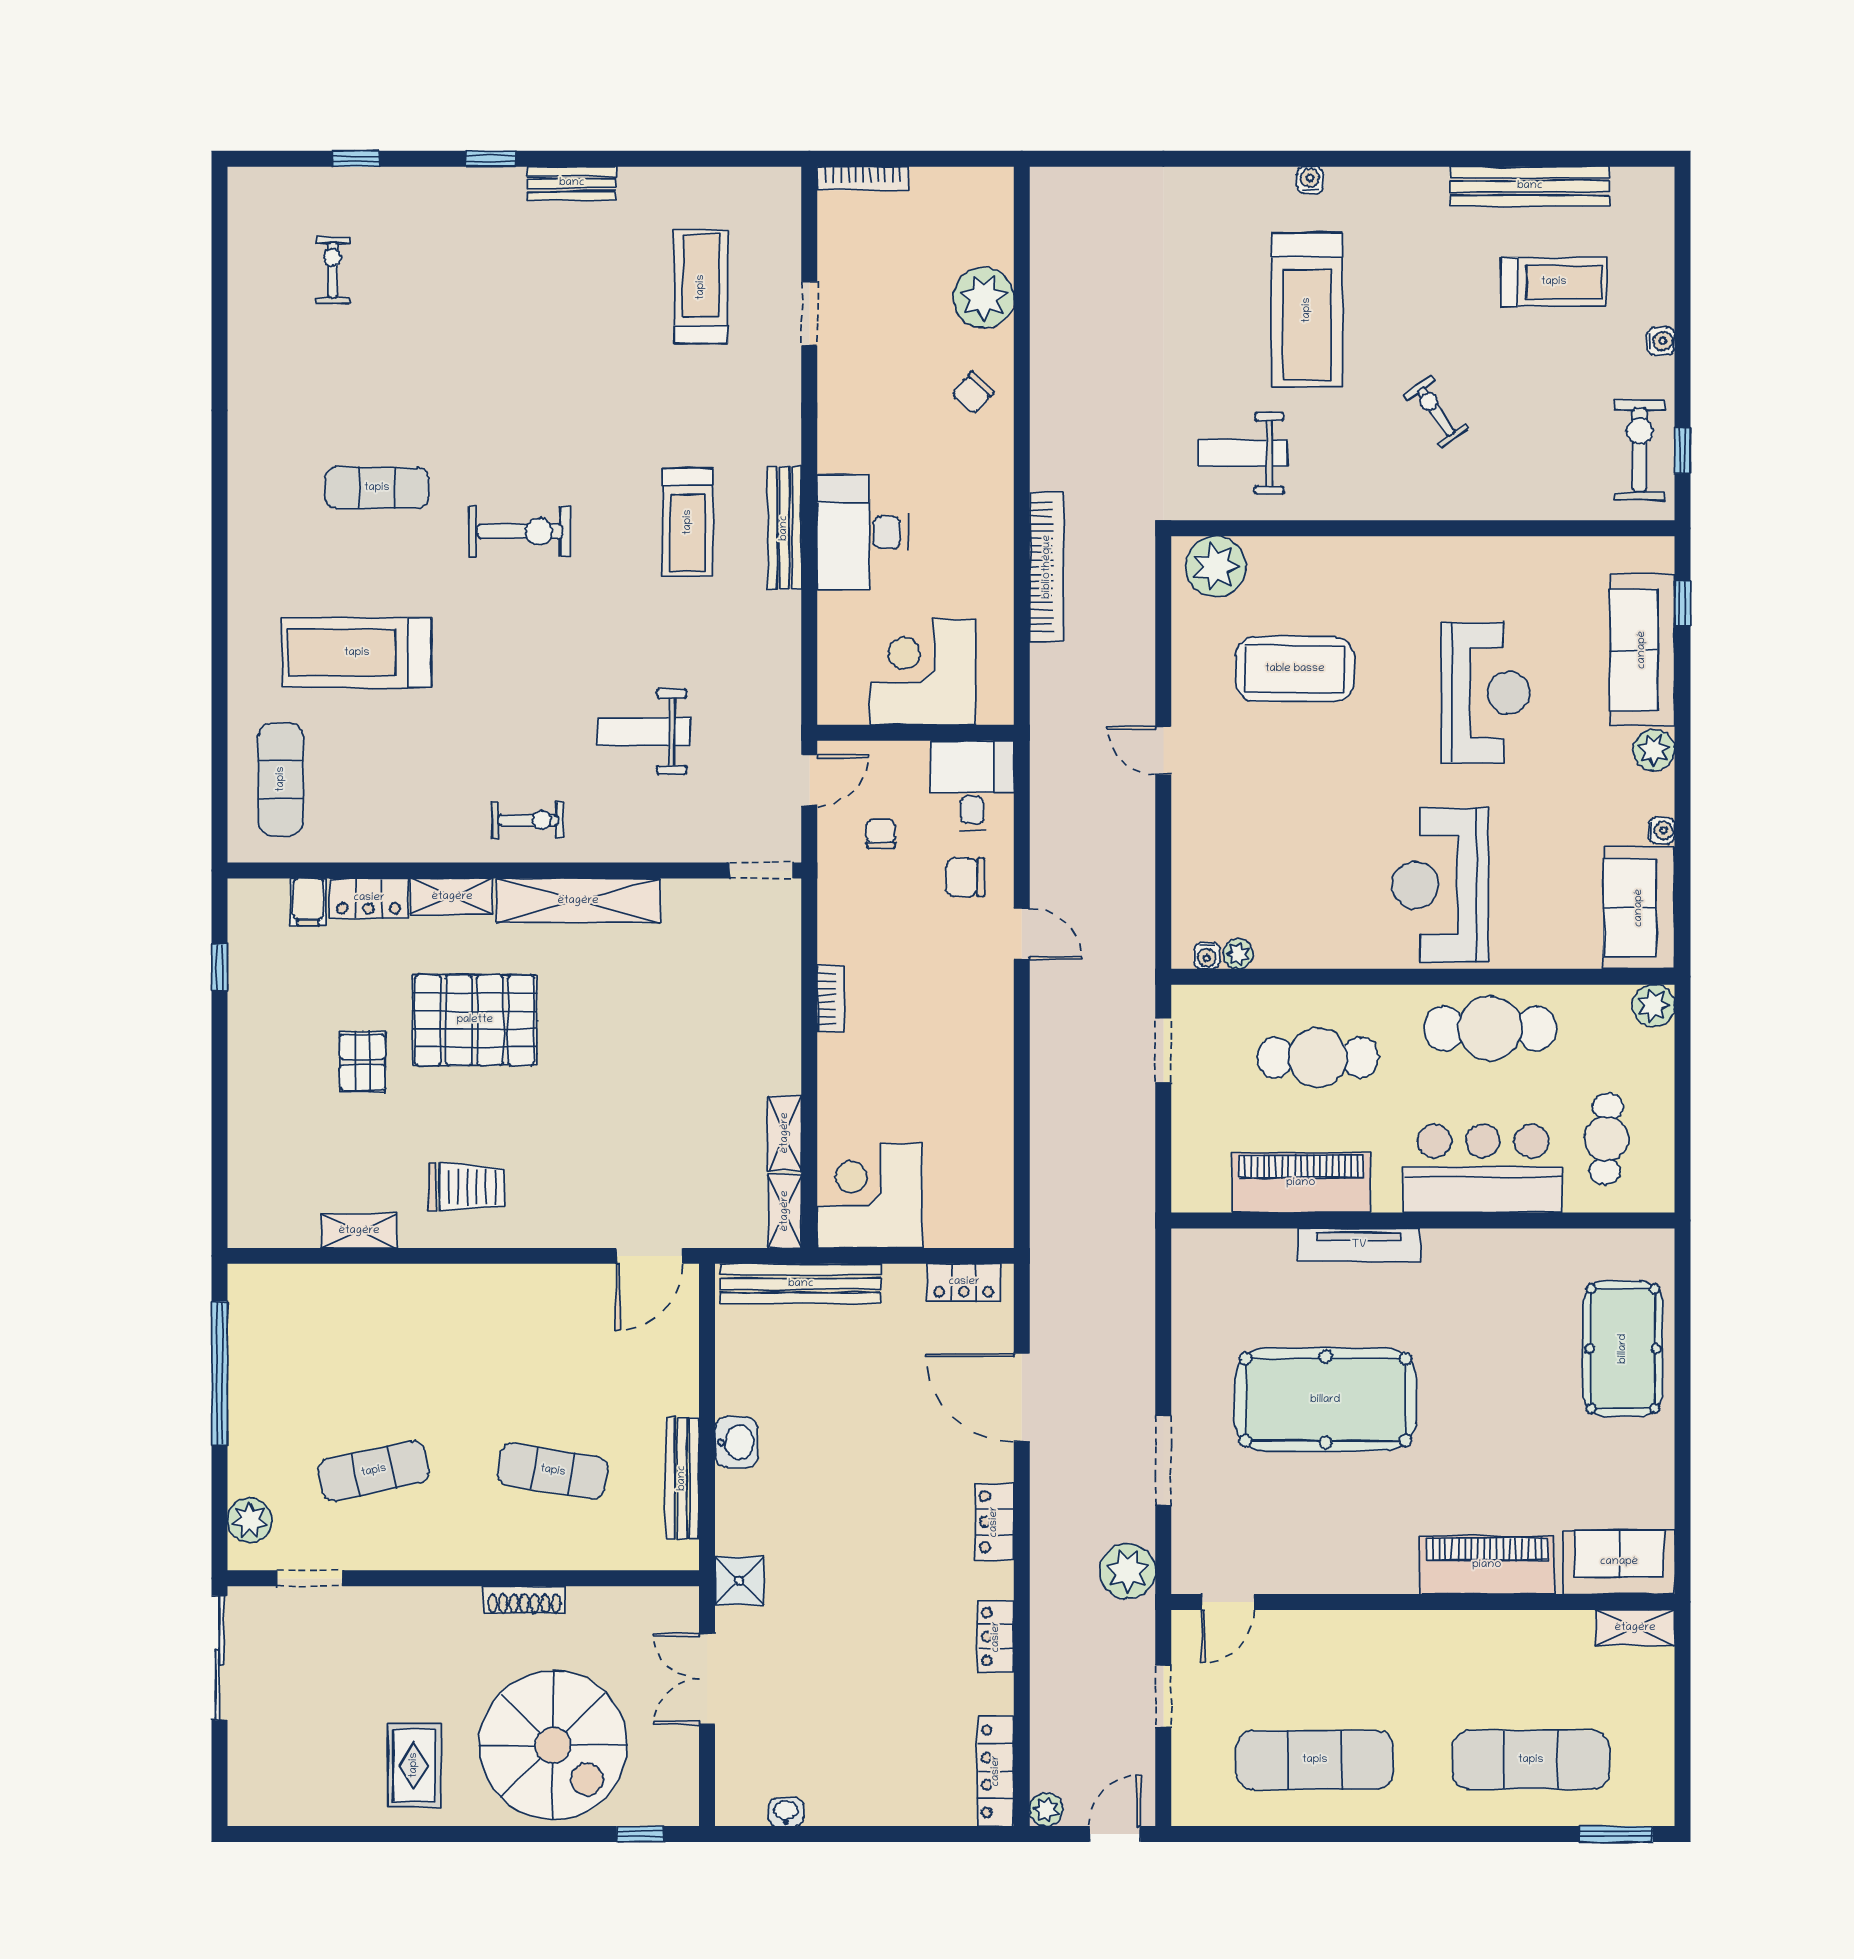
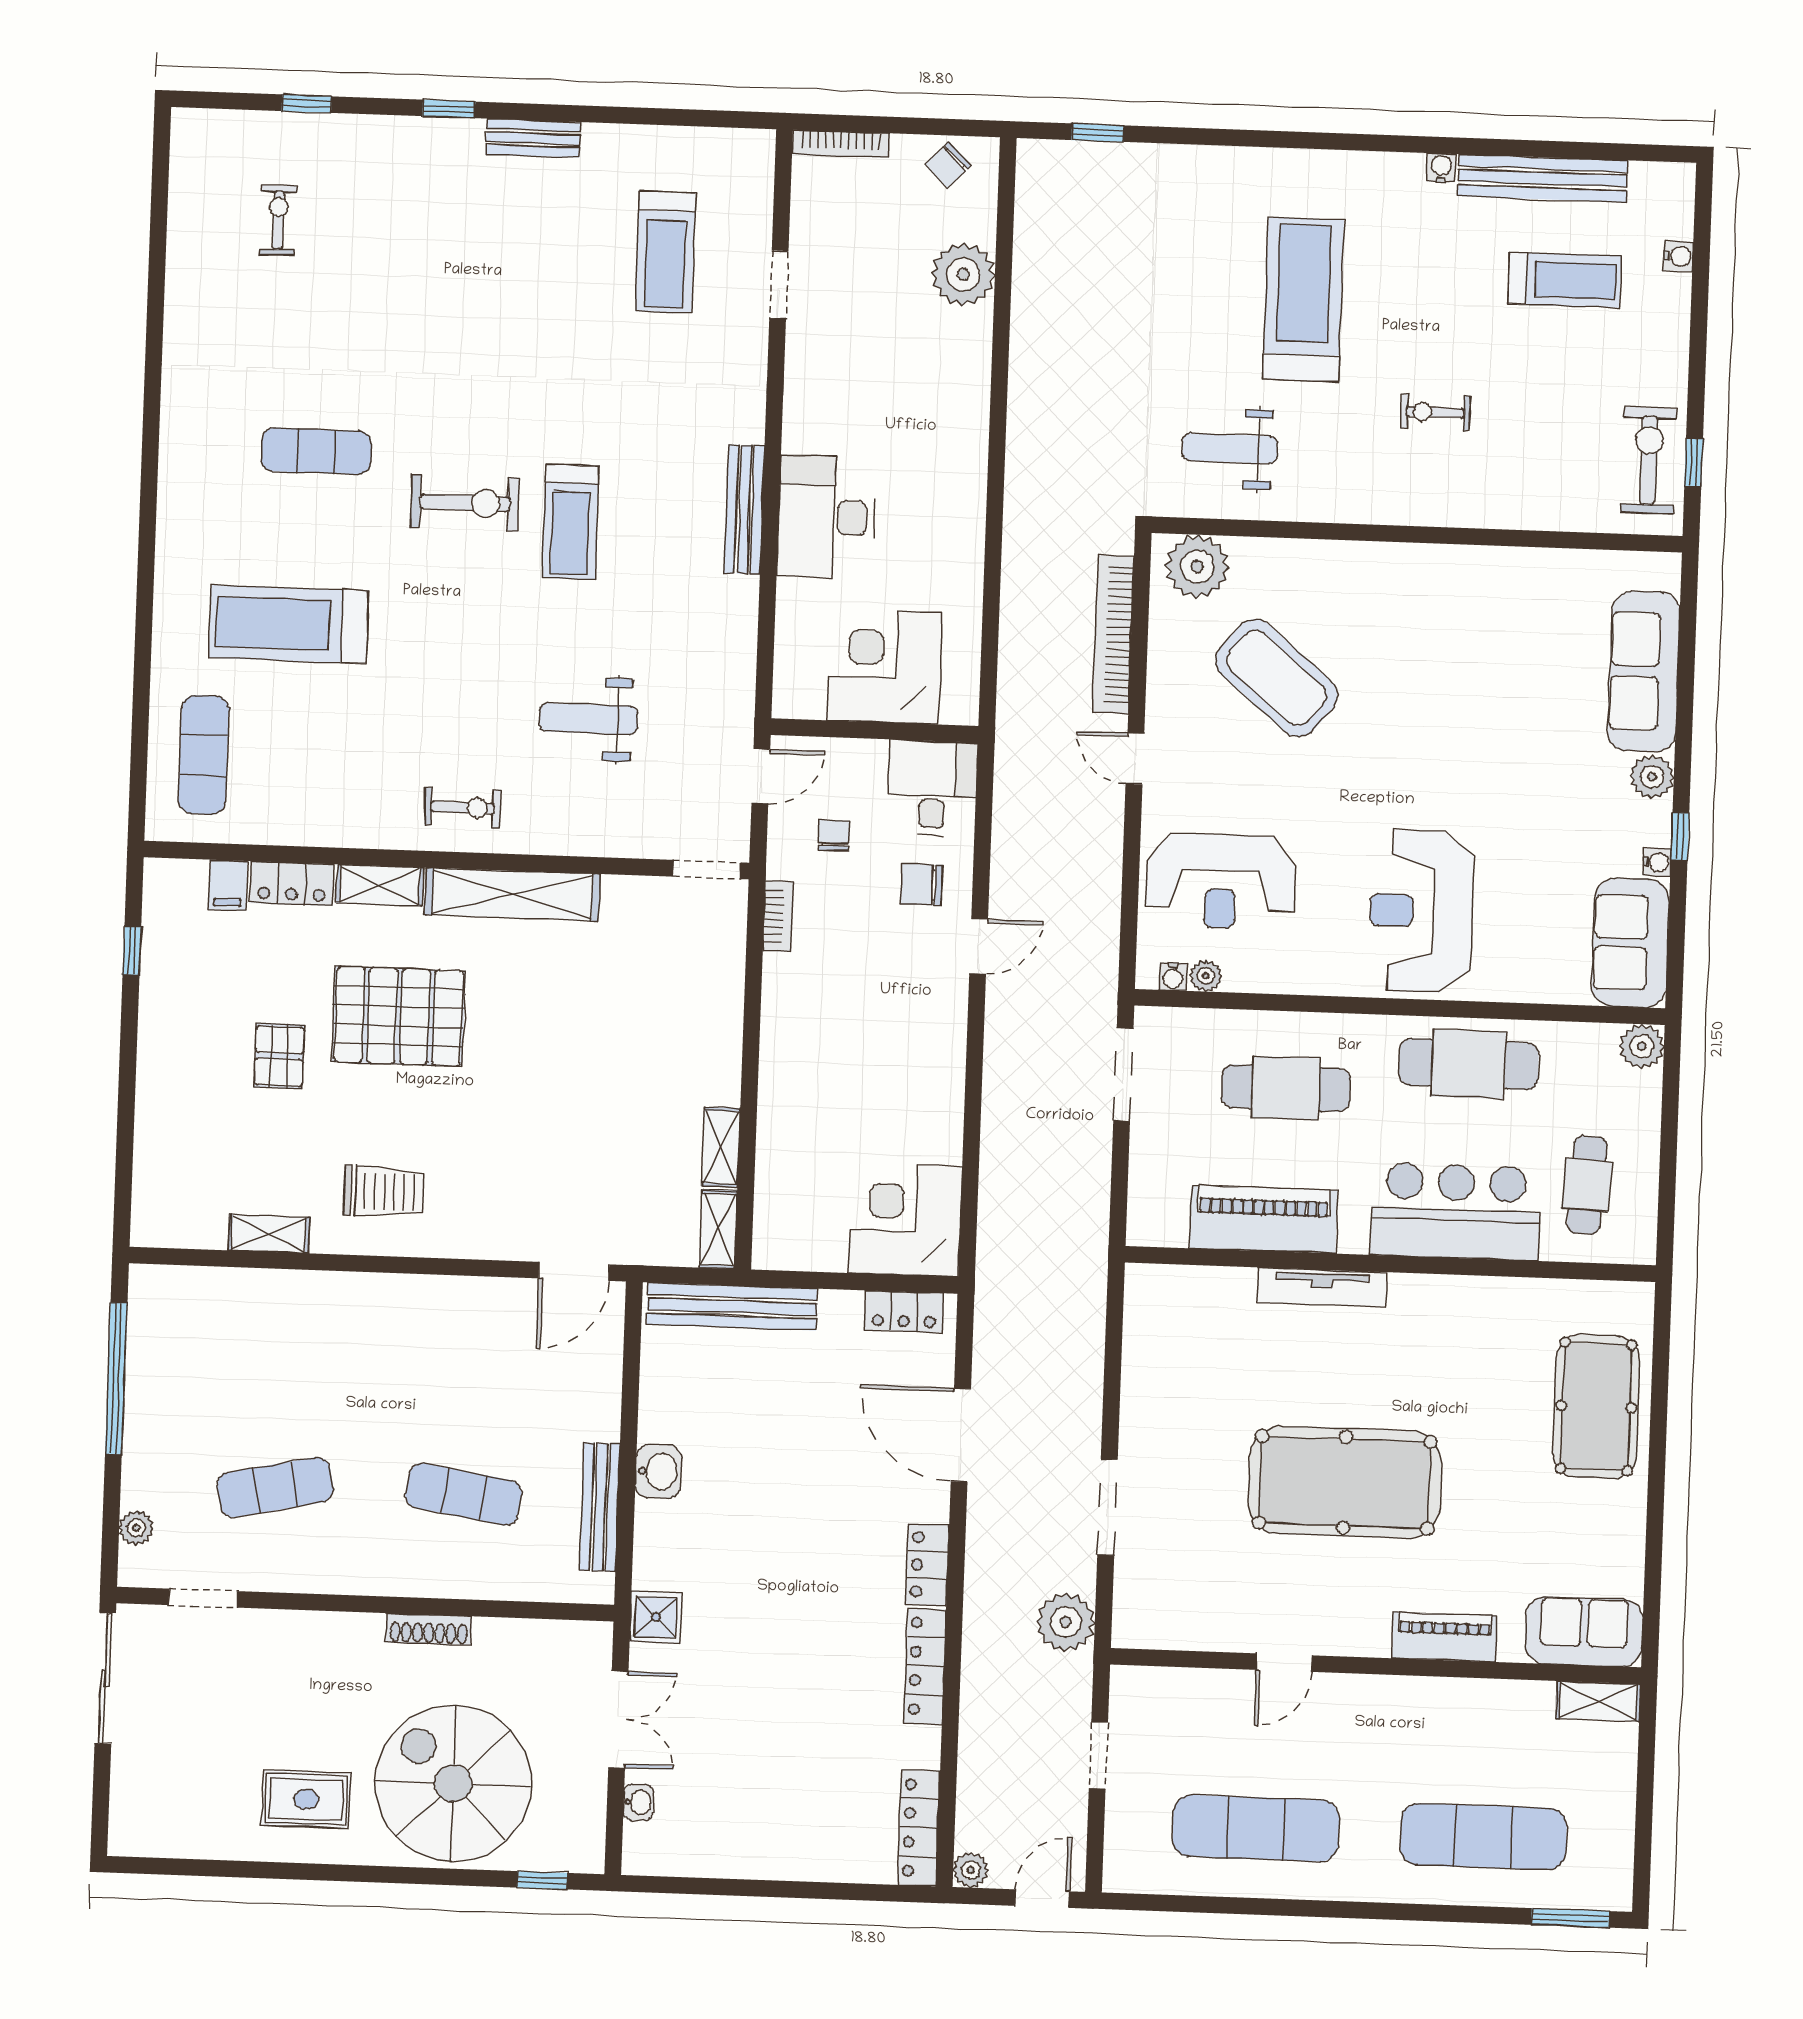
window: (1106, 159) -> (1098, 133), added
water cooler: (1310, 180) -> (1441, 168), moved
treadmill: (701, 287) -> (666, 252), turned 180
treadmill: (1307, 310) -> (1303, 299), turned 180
water cooler: (1661, 341) -> (1678, 256), moved
chair: (973, 393) -> (948, 165), moved
exercise bike: (1436, 412) -> (1435, 412), turned -55
treadmill: (688, 522) -> (570, 522), moved
bookcase: (1047, 567) -> (1113, 634), moved, turned 180
window: (1682, 603) -> (1680, 836), moved
coffee table: (1295, 669) -> (1277, 678), turned 40
reception desk: (1486, 693) -> (1221, 881), moved, turned 90
door: (1022, 934) -> (979, 946), hinge flipped
bookcase: (831, 999) -> (778, 916), moved
doorway: (1163, 1050) -> (1123, 1075), width x1.38
corner desk: (870, 1196) -> (905, 1220), moved
pool table: (1325, 1400) -> (1345, 1482), moved
plant: (250, 1520) -> (136, 1528), width x0.73, depth x0.73
piano: (1487, 1565) -> (1445, 1637), width x0.73, depth x0.75
door: (1228, 1602) -> (1284, 1663), moved
locker: (996, 1637) -> (925, 1666), width x1.53
double door: (707, 1679) -> (618, 1719), swing flipped
spiral stairs: (553, 1745) -> (453, 1783), turned 180
rug: (414, 1765) -> (306, 1799), turned 90
washbasin: (786, 1812) -> (638, 1802), moved, turned 90

